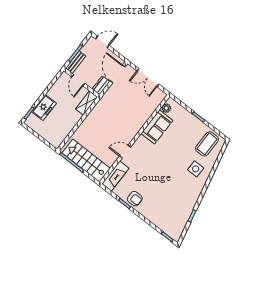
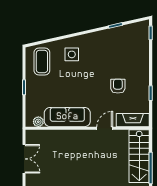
sofa: (157, 127) -> (67, 117), width x1.36
coffee table: (207, 144) -> (42, 61), turned 90
door: (125, 152) -> (105, 128), swing flipped
armchair: (135, 199) -> (118, 86), moved

